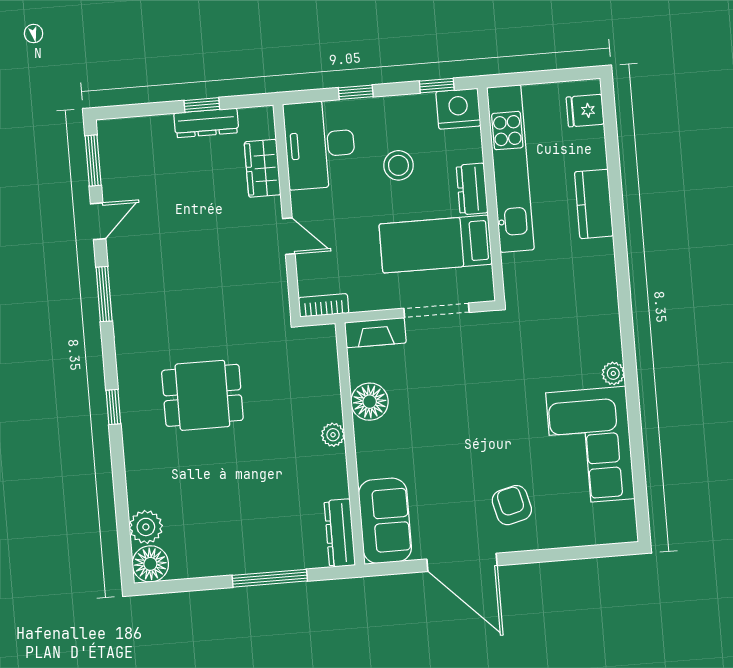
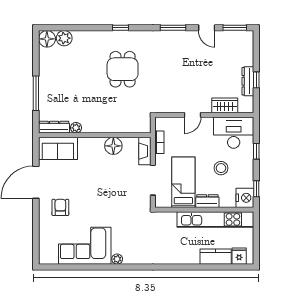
kitchen counter: (594, 204) -> (216, 257), moved
bookcase: (324, 305) -> (159, 142), moved
plant: (333, 435) -> (76, 128), moved
armchair: (512, 505) -> (60, 207), turned -76

